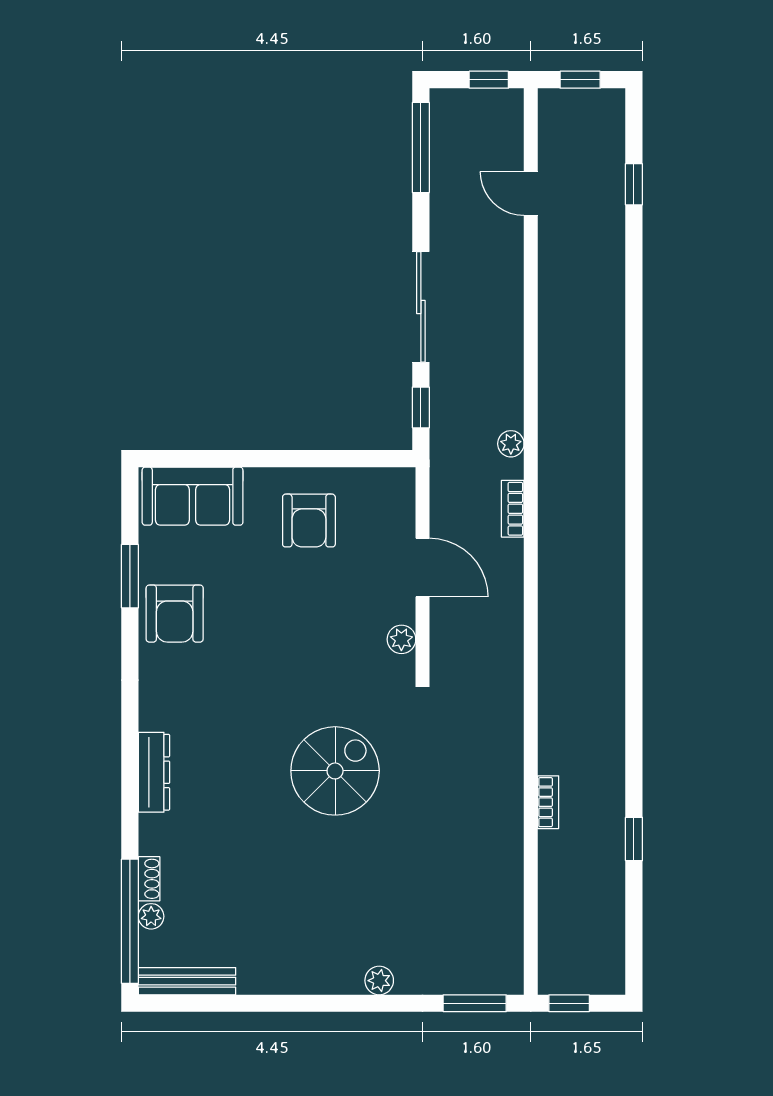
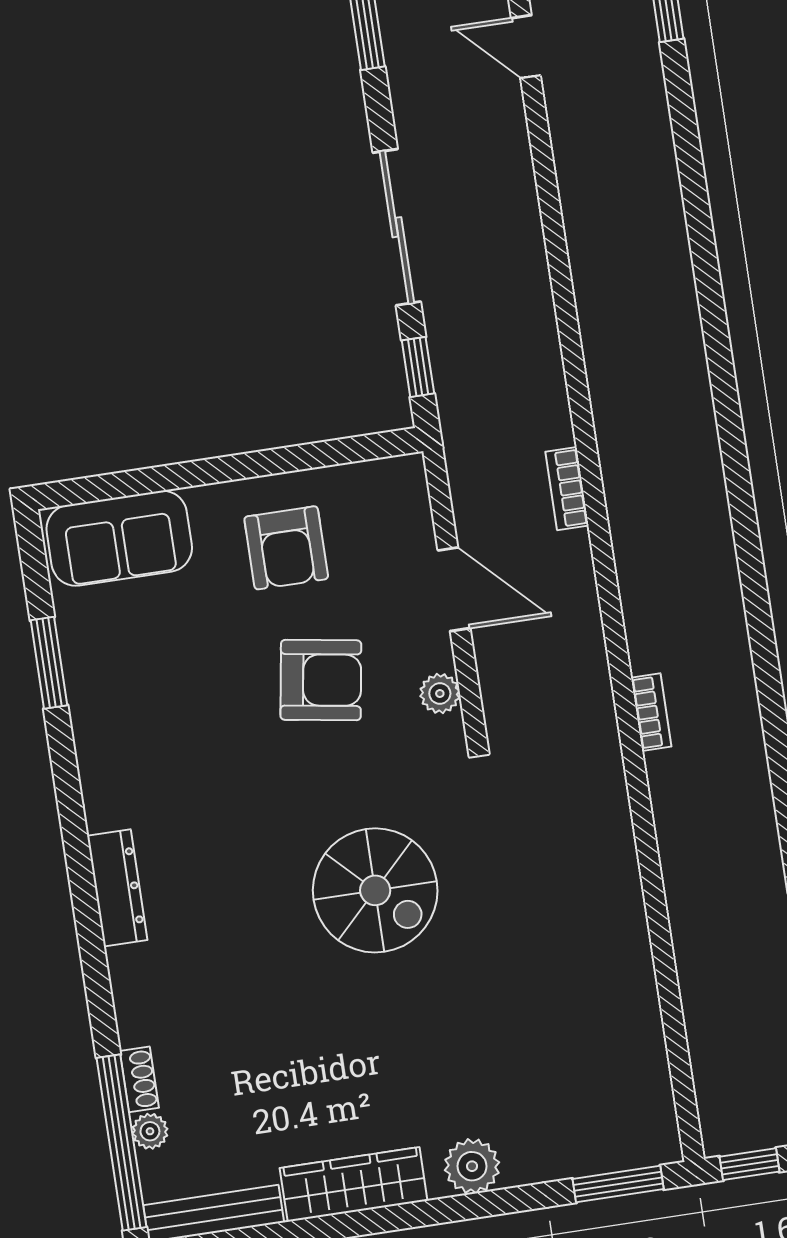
plant: (511, 444) -> (551, 399), removed
armchair: (175, 614) -> (321, 680), moved, turned -81
spiral stairs: (335, 771) -> (375, 890), turned 90
dresser: (154, 772) -> (117, 888), moved
bookcase: (548, 802) -> (651, 712), moved
wardrobe: (289, 975) -> (354, 1184), added
plant: (379, 981) -> (472, 1166), width x1.38, depth x1.38

